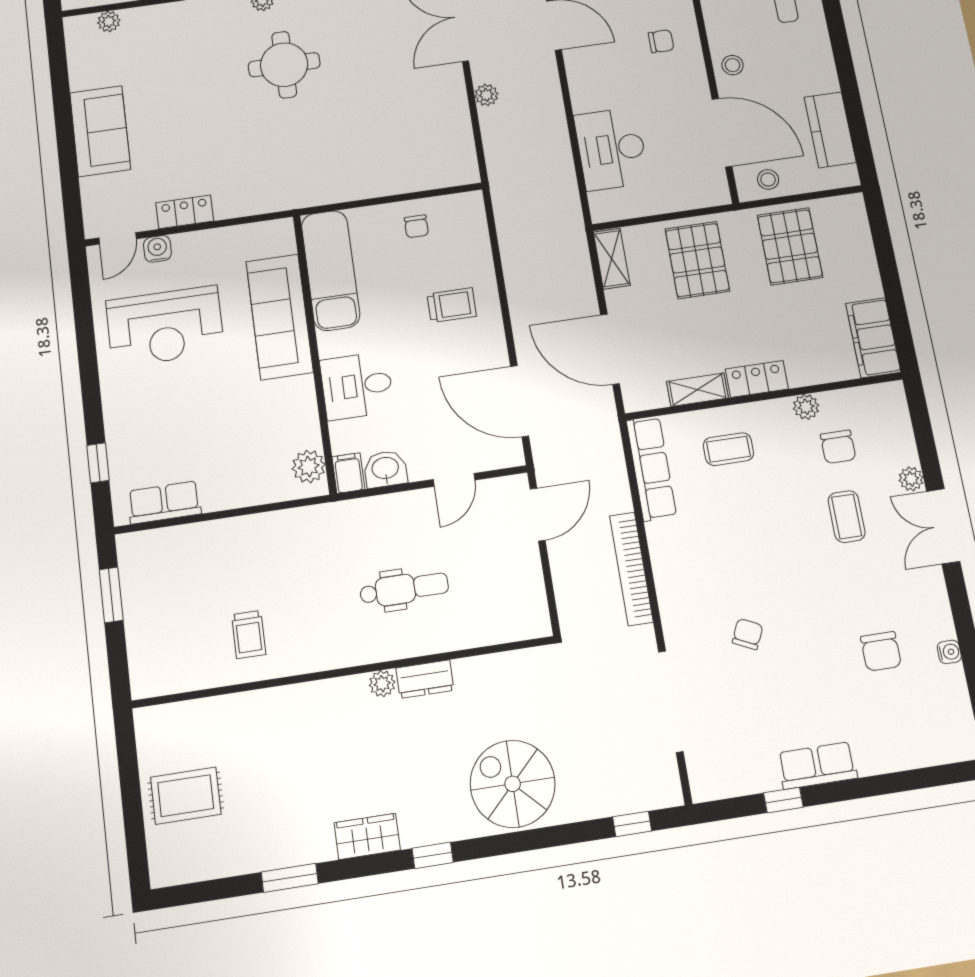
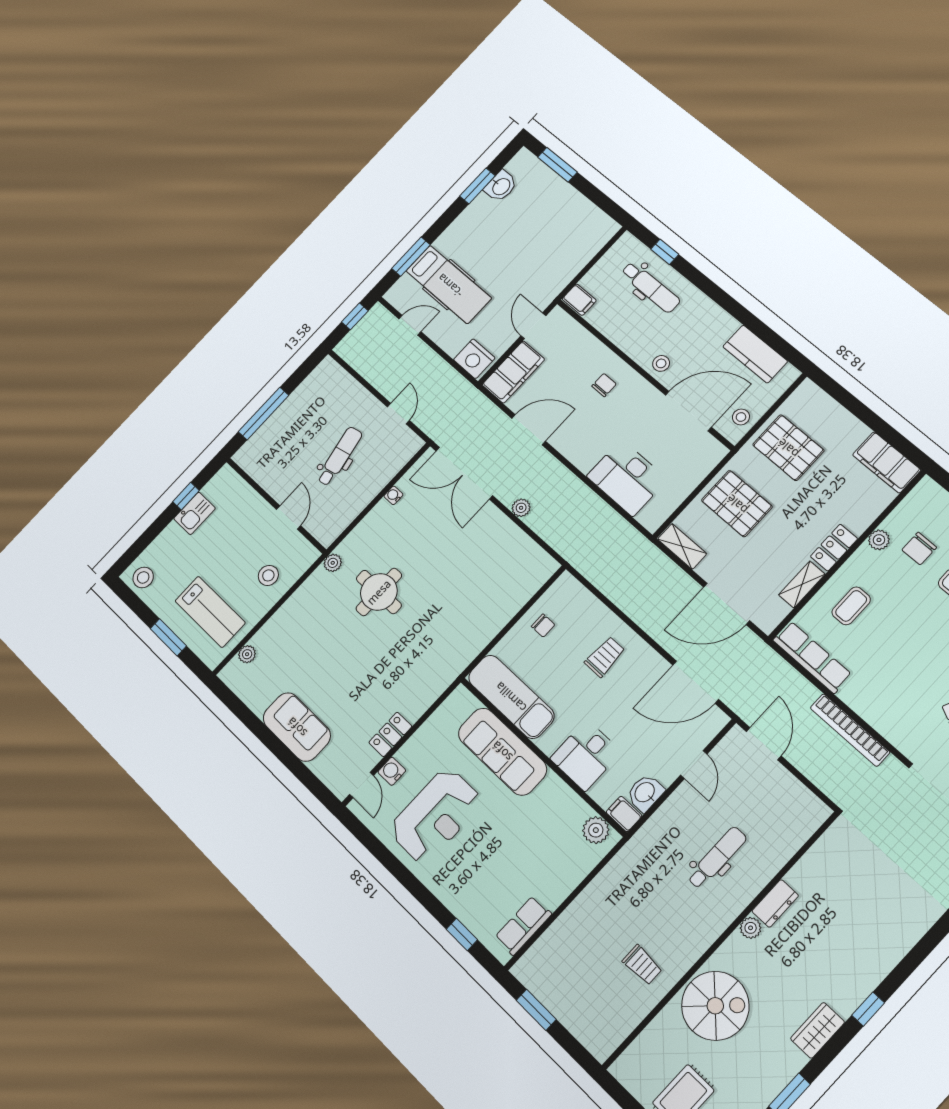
chair: (838, 447) -> (919, 549), turned 90
spiral stairs: (513, 784) -> (715, 1006), moved, turned 180

